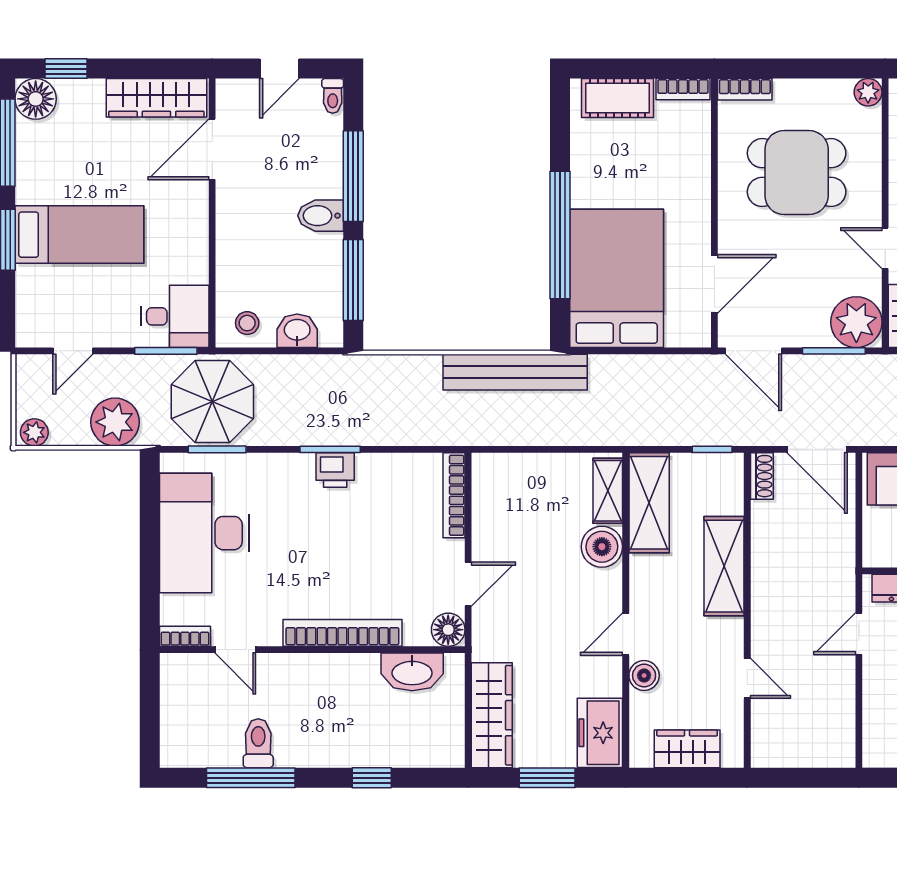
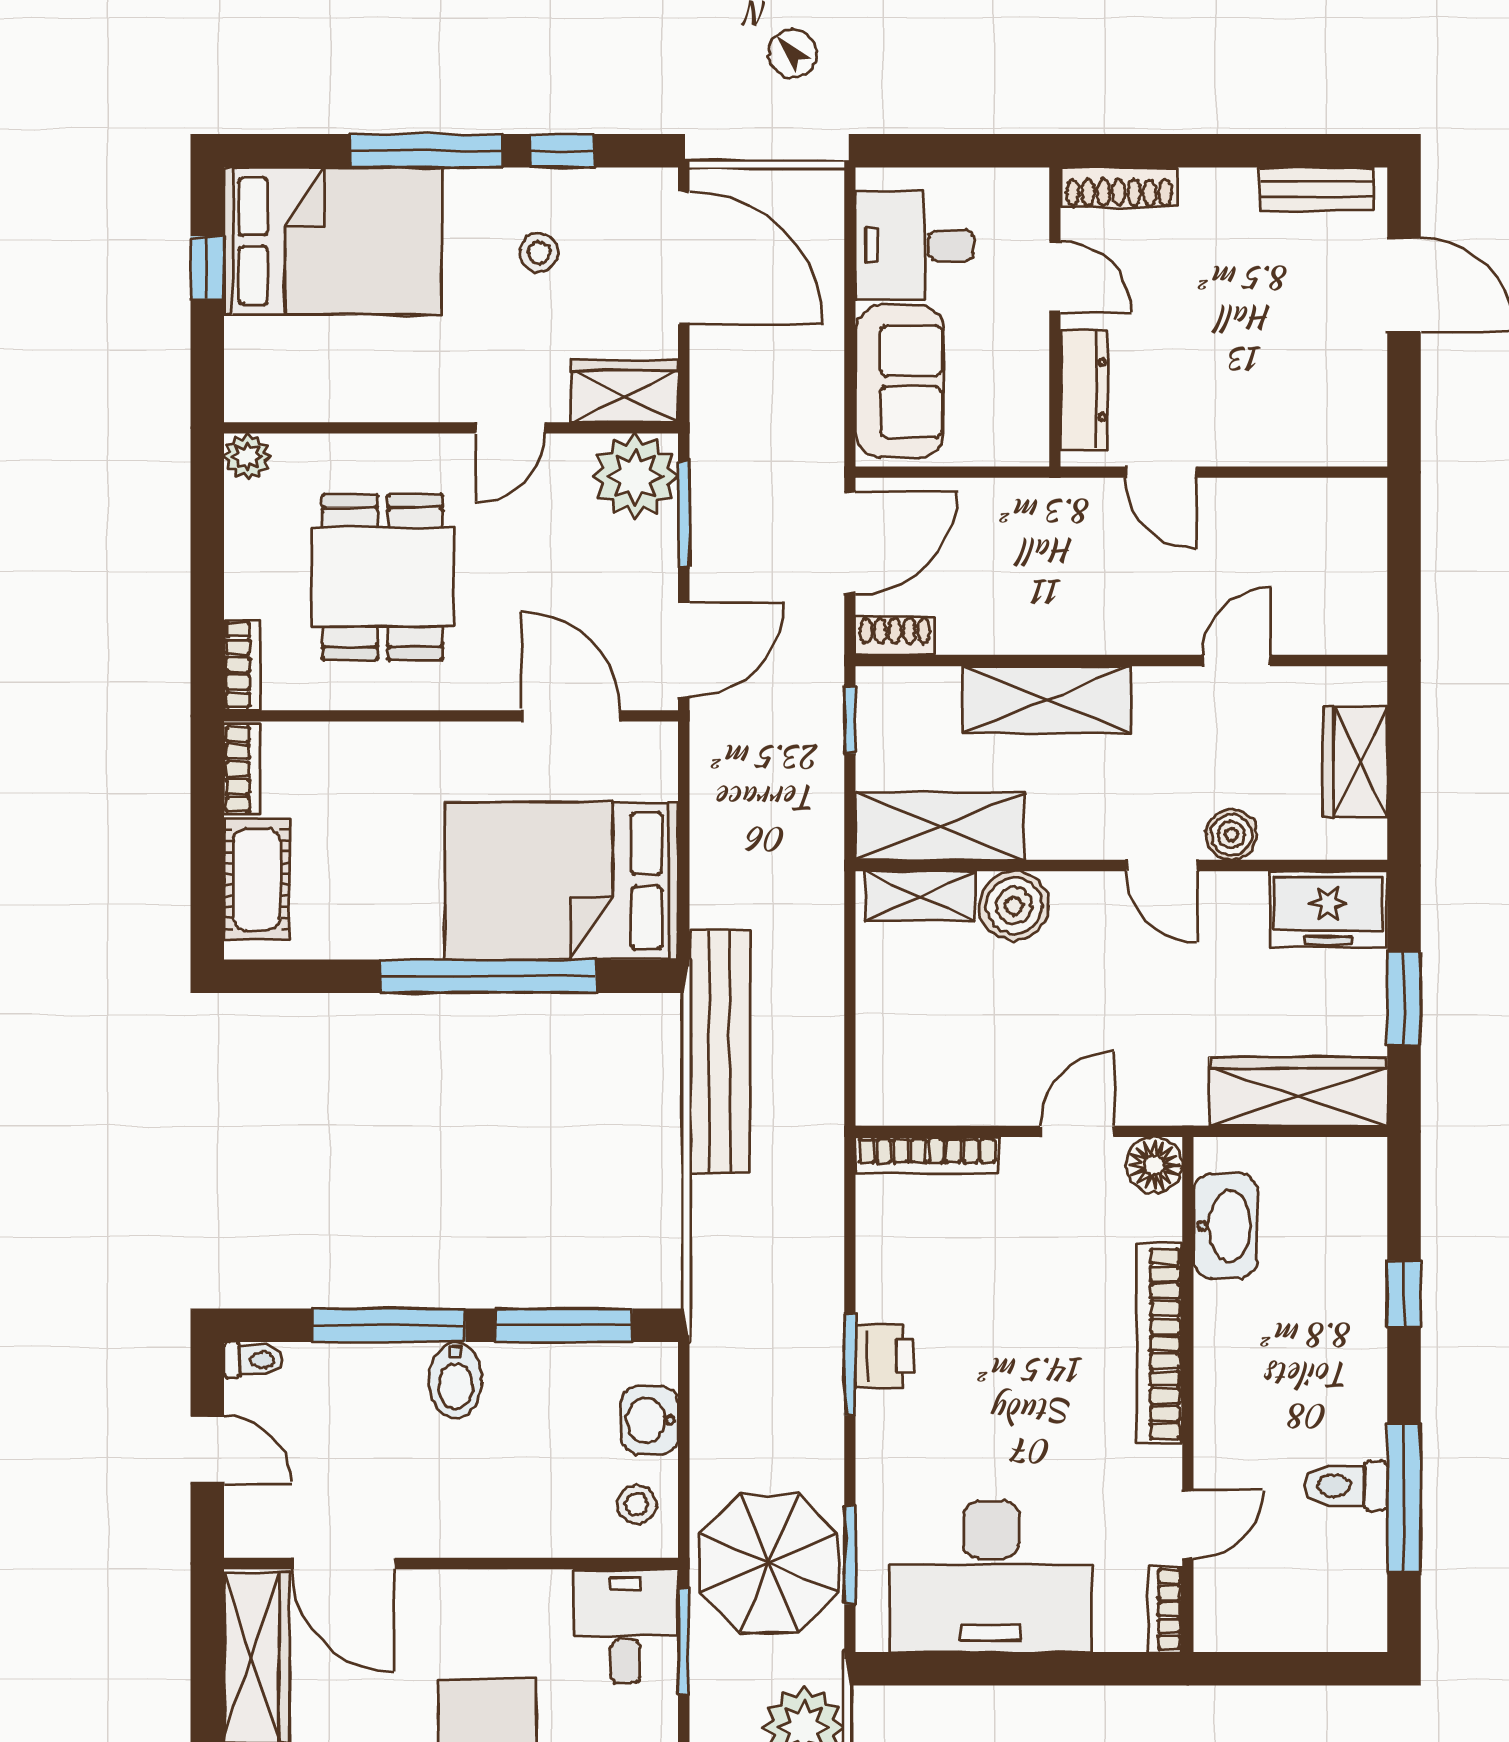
door: (468, 584) -> (1077, 1131), hinge flipped

